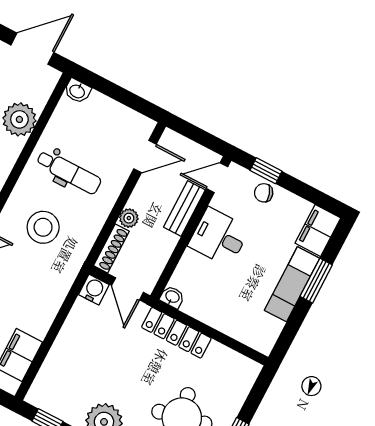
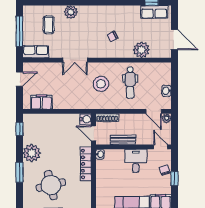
washbasin: (77, 91) -> (166, 91), moved
window: (266, 171) -> (174, 179), moved
bench: (184, 208) -> (123, 140), moved
plant: (129, 218) -> (167, 118), moved
door: (128, 289) -> (94, 133), hinge flipped

